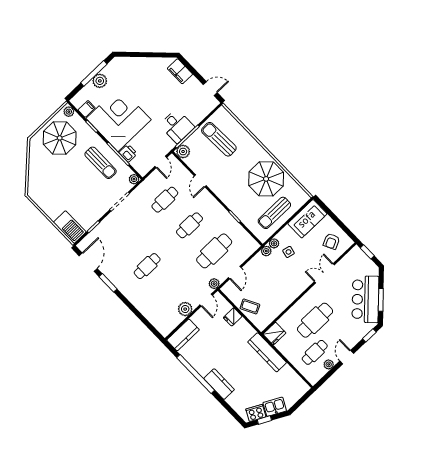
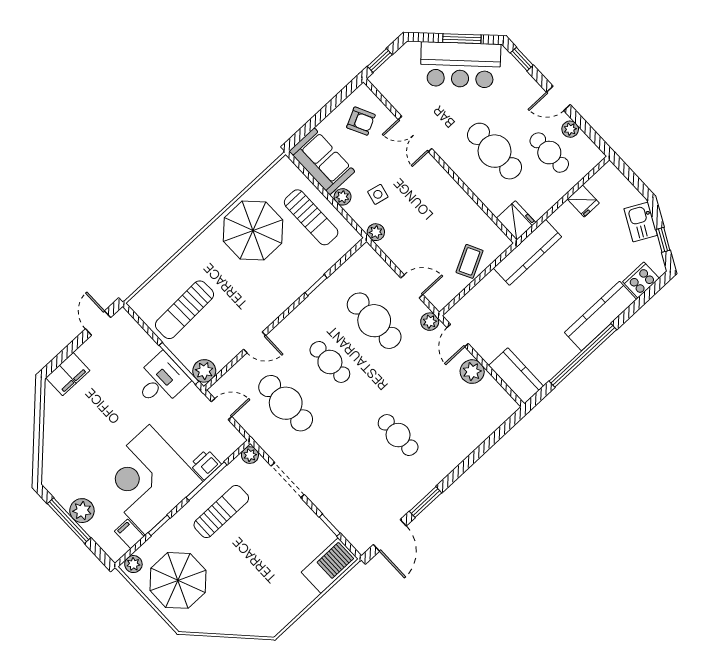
cafe table: (165, 200) -> (286, 403), width x1.37, depth x1.35
plant: (274, 243) -> (343, 197), moved
door: (88, 262) -> (390, 535), swing flipped
door: (206, 300) -> (458, 336), swing flipped
fridge: (233, 317) -> (583, 201), moved
kitchen counter: (267, 352) -> (527, 252), moved
kitchen counter: (219, 384) -> (601, 316), width x1.50
cooker: (256, 413) -> (641, 280), moved, turned 62

